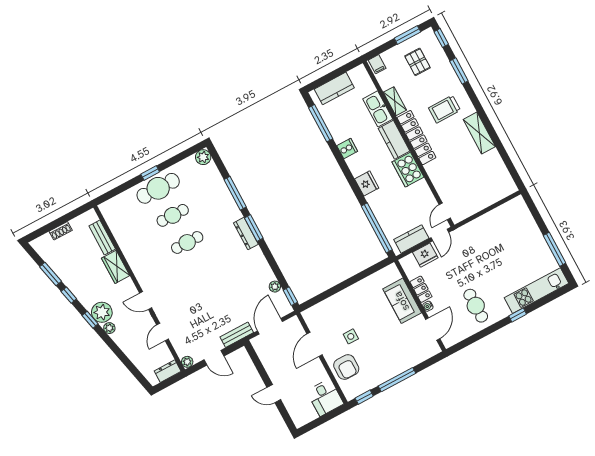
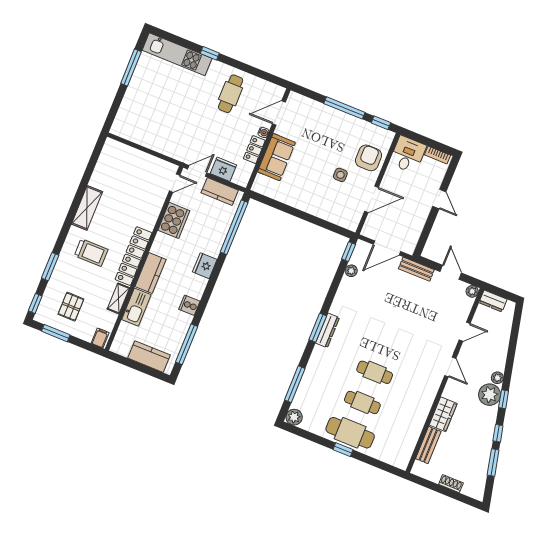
cooker: (408, 170) -> (174, 220), moved
window: (235, 193) -> (295, 384), moved
bookcase: (307, 419) -> (438, 155), added

